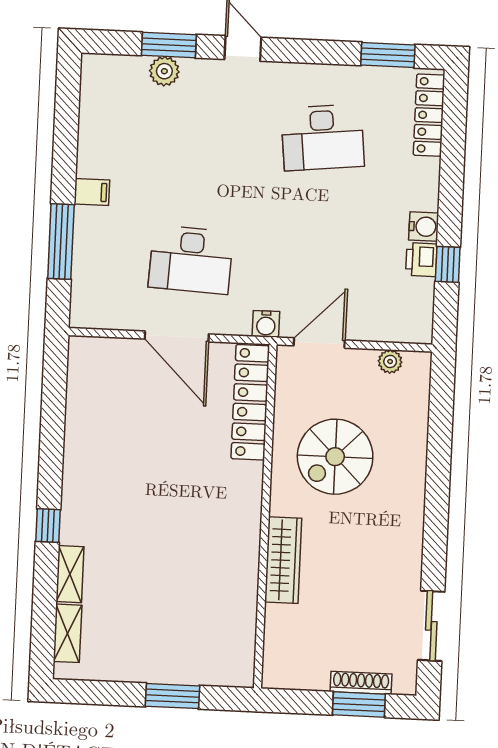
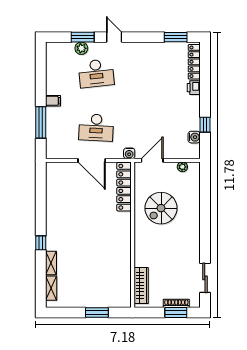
desk: (323, 137) -> (96, 73), moved
water cooler: (424, 227) -> (194, 137), moved
printer: (421, 260) -> (194, 88), moved
wardrobe: (283, 560) -> (141, 285), moved

